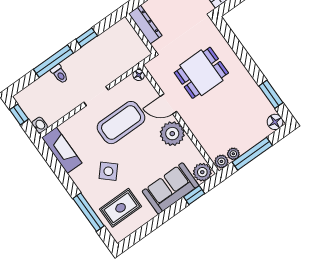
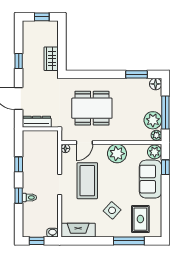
window: (53, 61) -> (19, 196), width x0.46
dining table: (201, 73) -> (92, 108), width x1.37
door: (168, 104) -> (84, 143), moved
plant: (233, 154) -> (153, 120), width x1.88, depth x1.88

